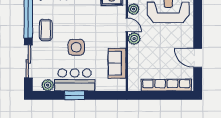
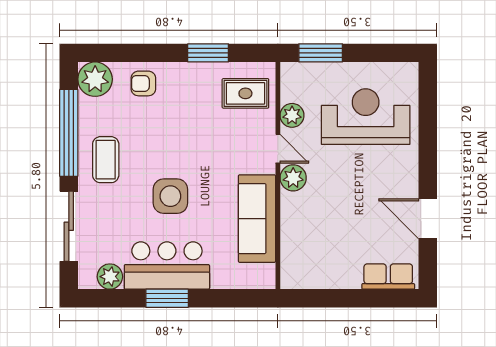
sofa: (117, 63) -> (257, 219), width x1.36
row of seats: (166, 85) -> (388, 277), width x0.50

